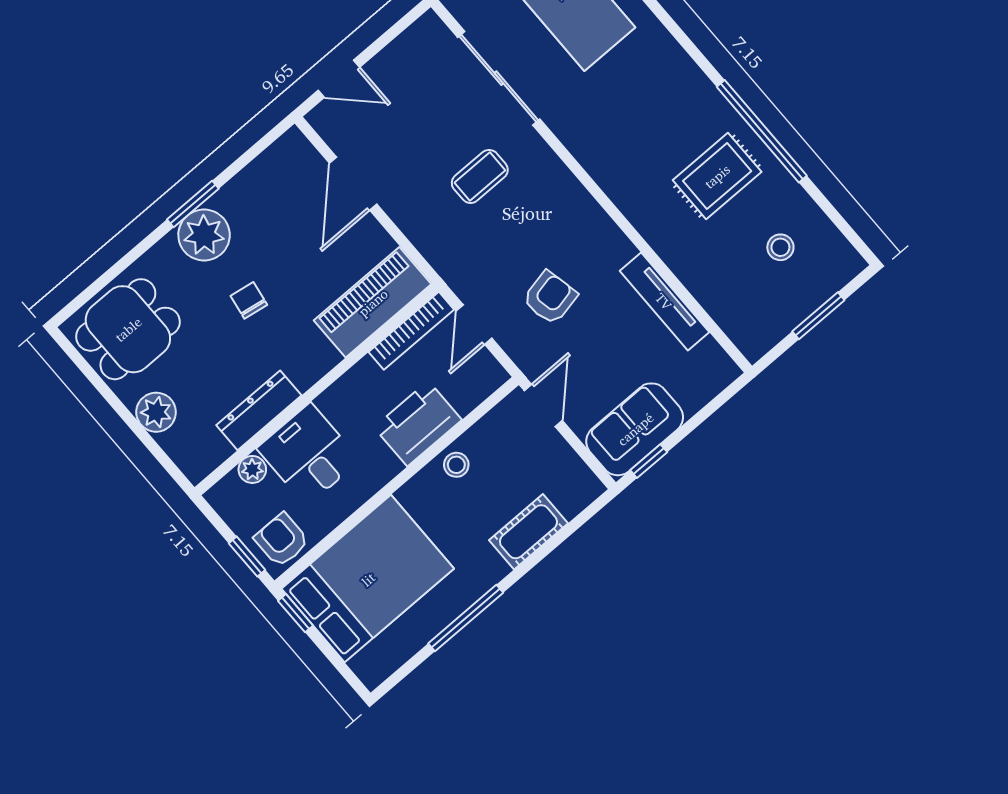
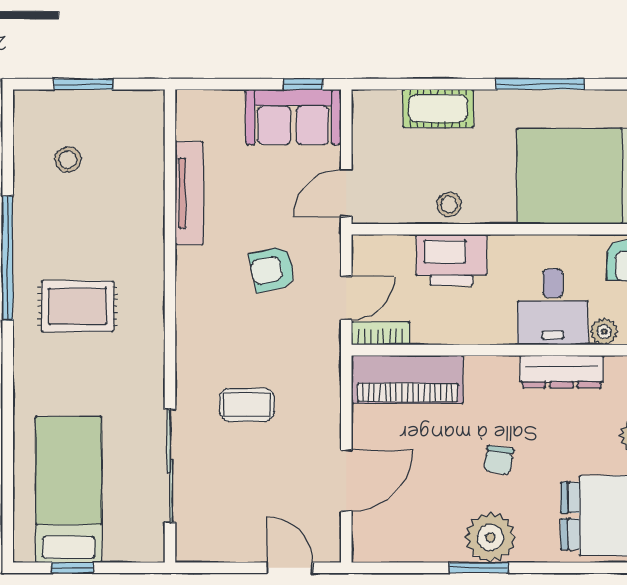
rug: (717, 176) -> (77, 306), moved
bookcase: (411, 331) -> (381, 333), width x0.64

